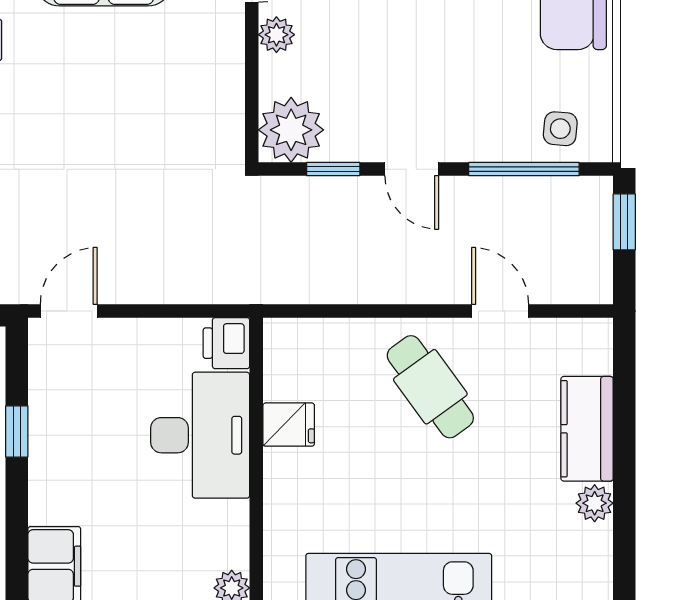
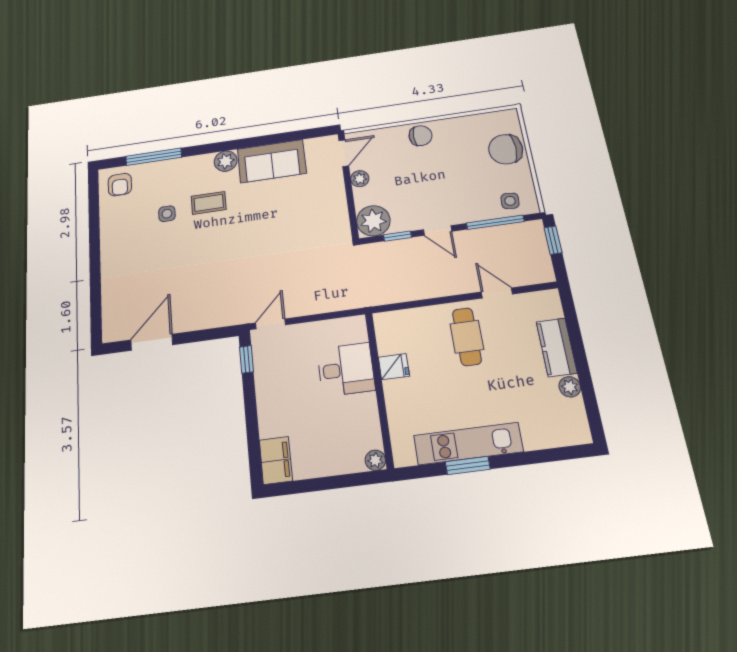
printer: (226, 343) -> (355, 329), removed
cafe table: (430, 387) -> (467, 337), turned 36
window: (17, 431) -> (247, 359), moved
desk: (200, 435) -> (346, 370), width x0.73

